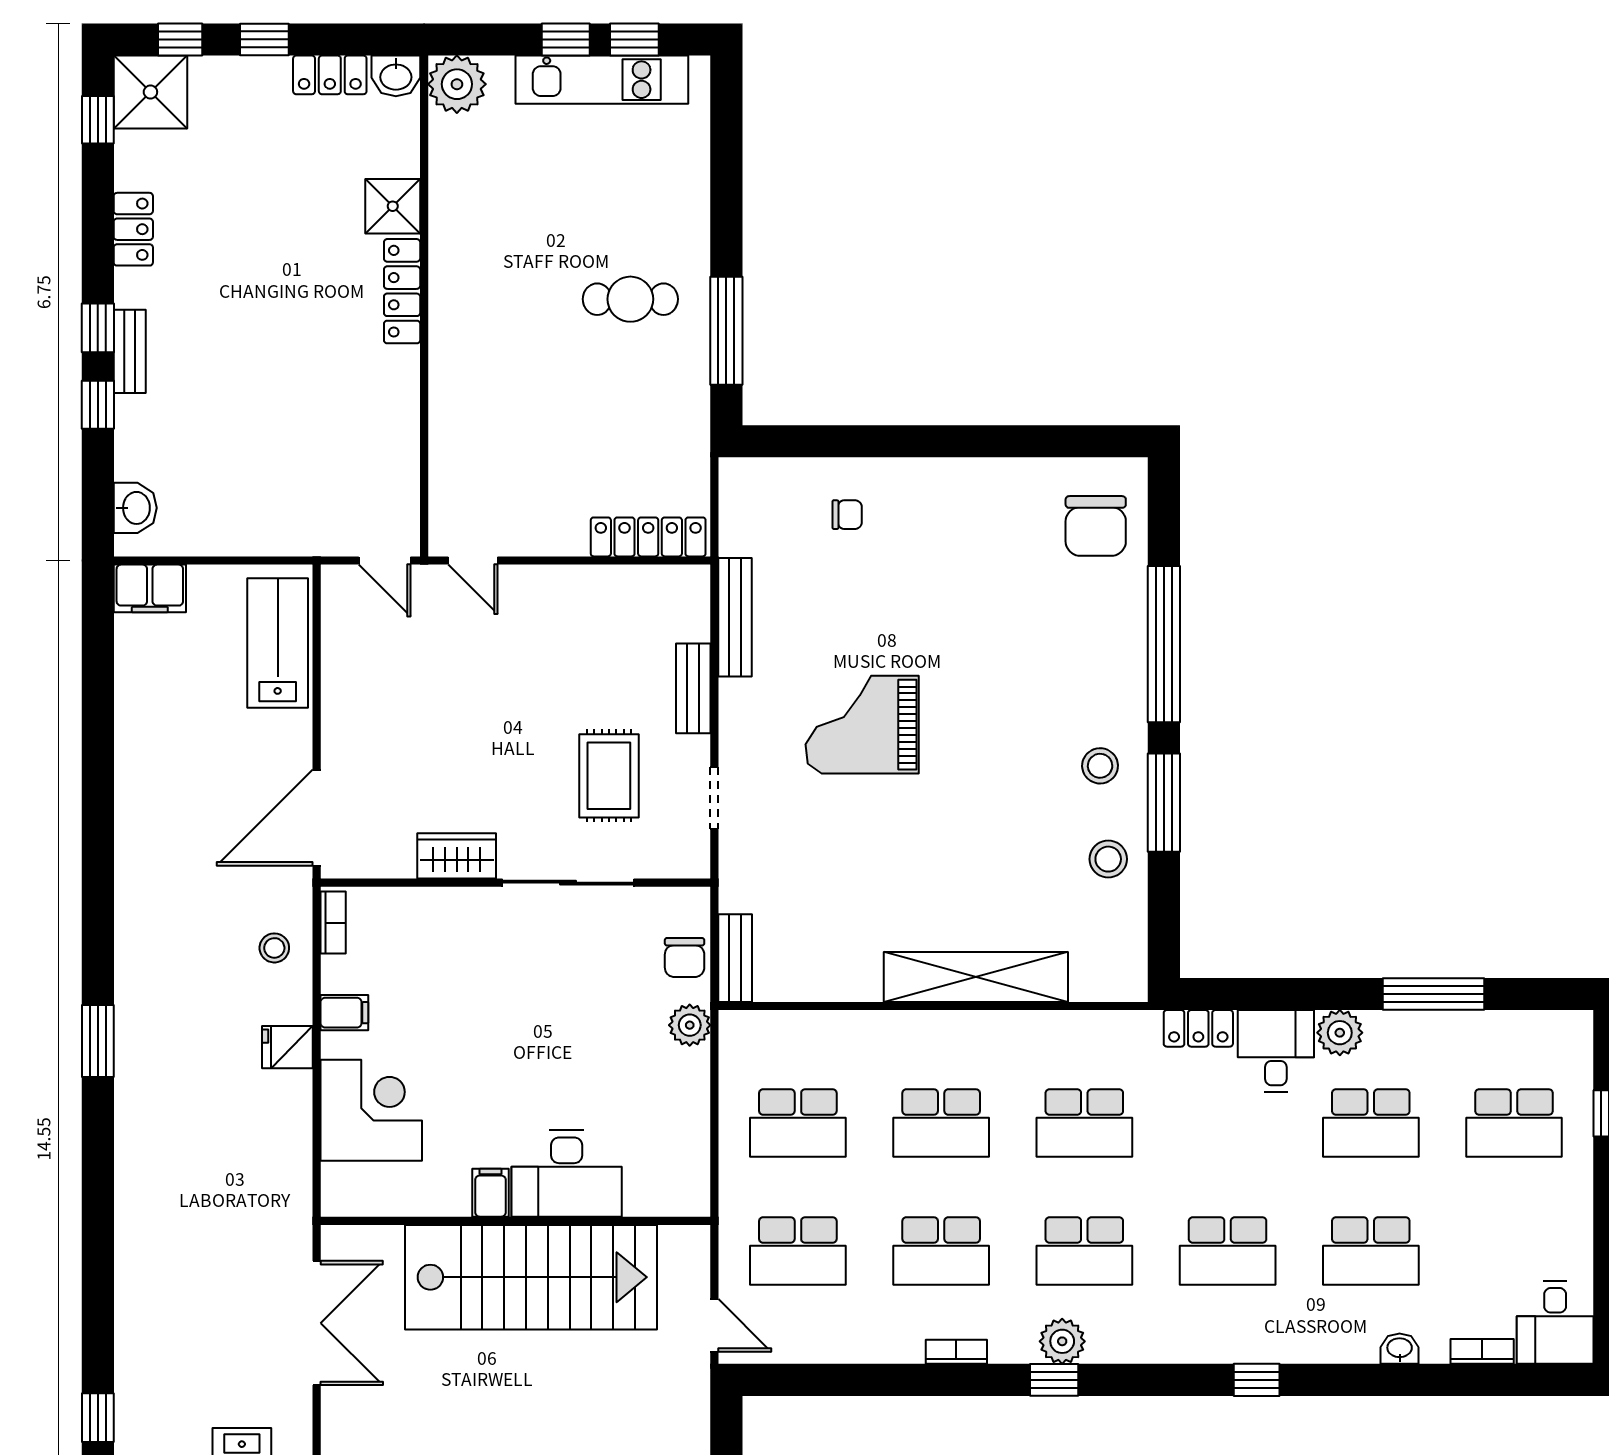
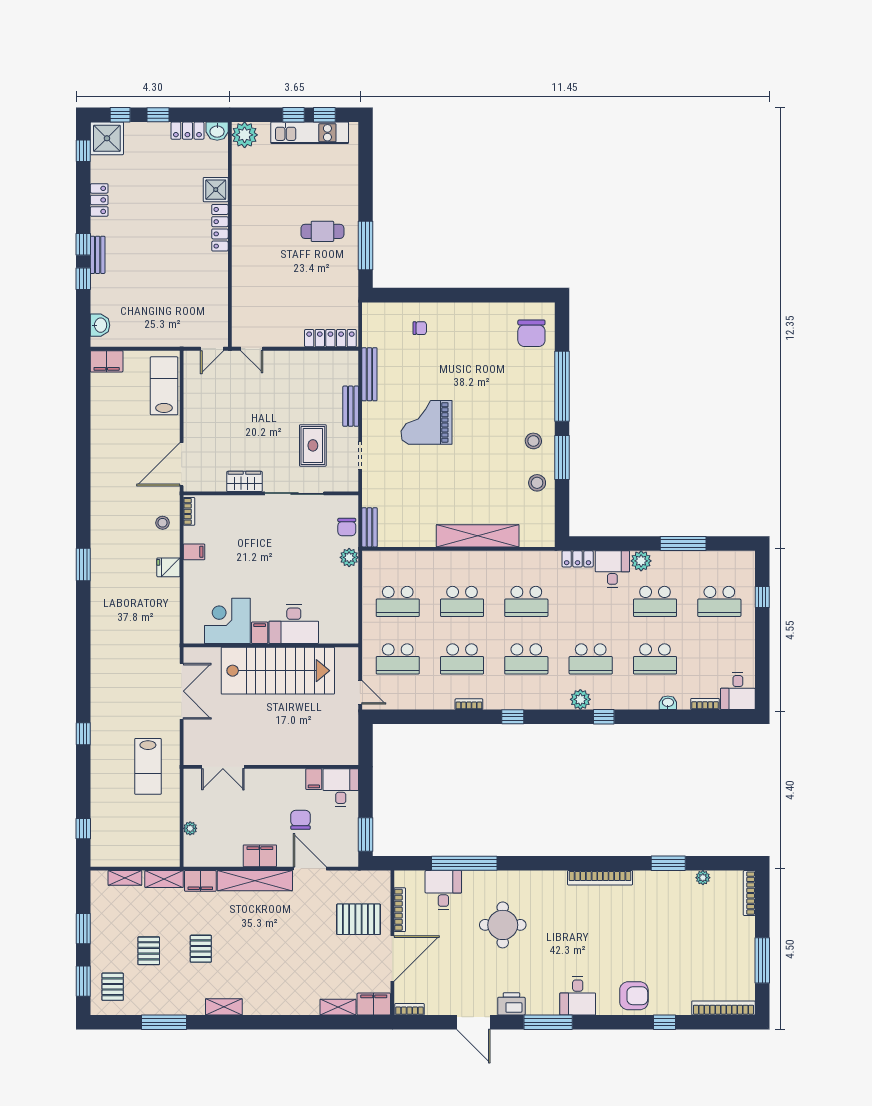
door: (385, 560) -> (212, 349), hinge flipped
corner desk: (371, 1110) -> (227, 621), moved, turned -90
plant: (1062, 1341) -> (580, 699), moved

